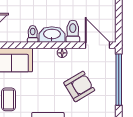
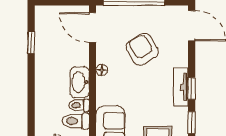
toilet: (73, 31) -> (76, 121), moved
door: (97, 45) -> (93, 28), hinge flipped

